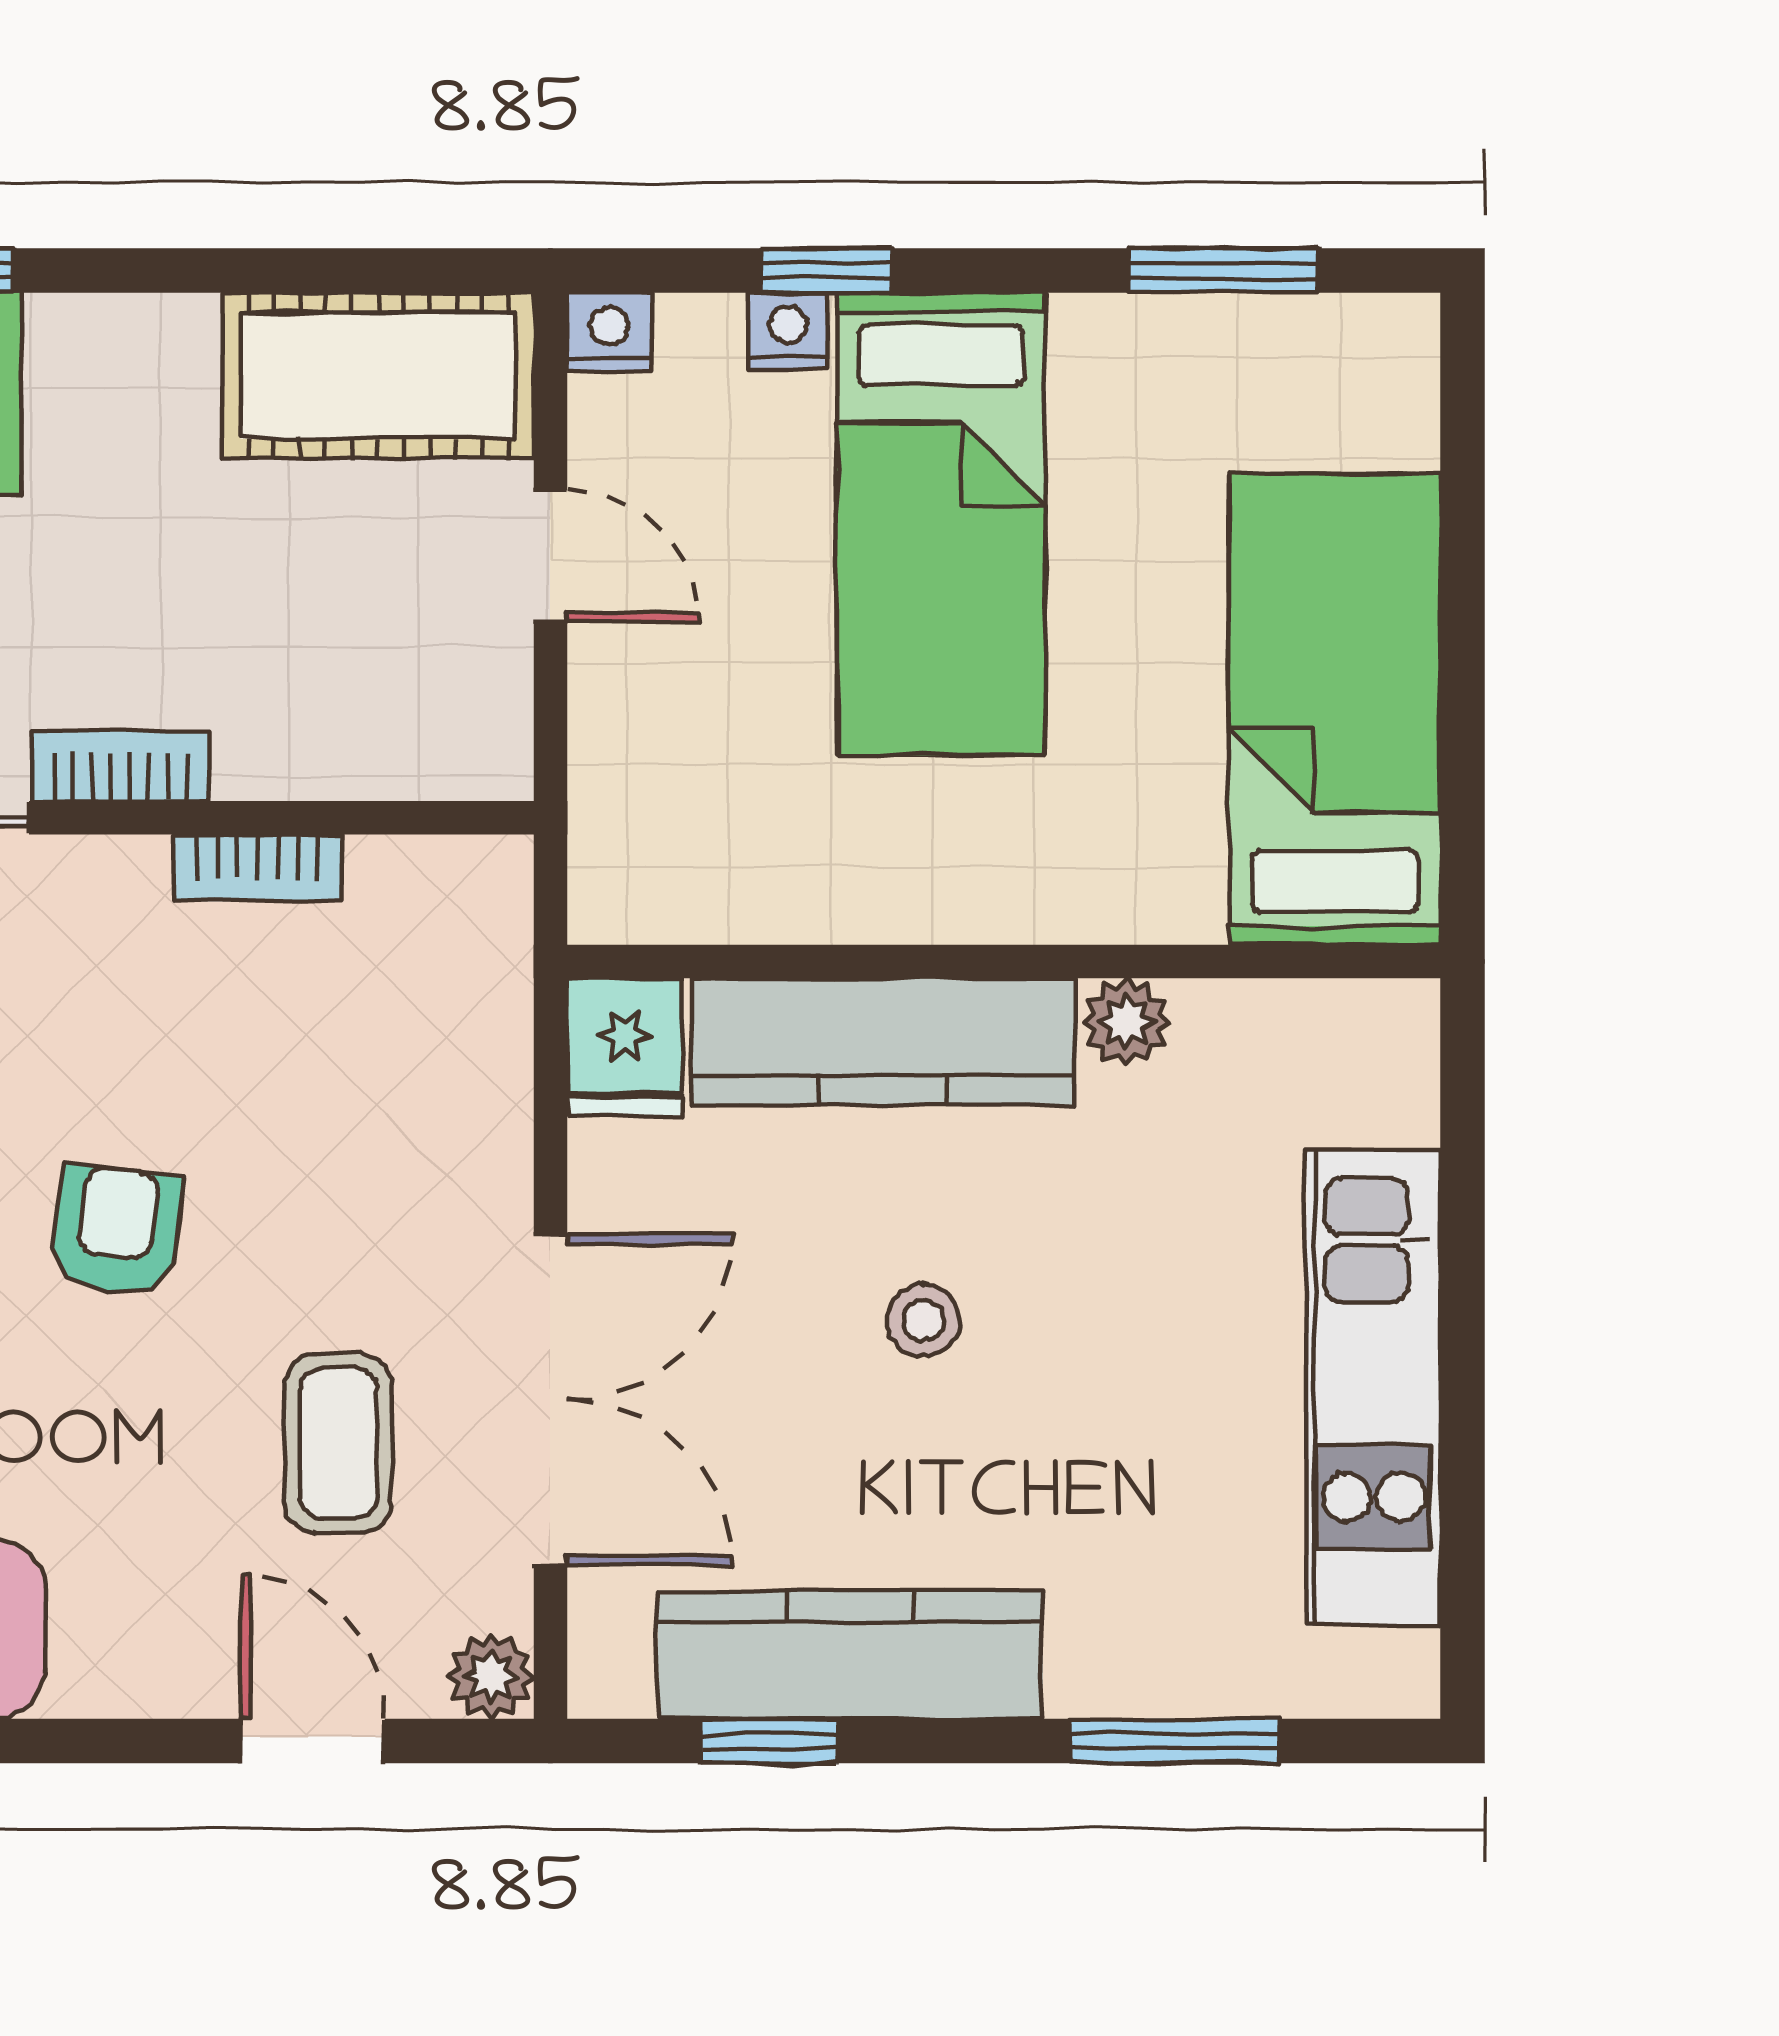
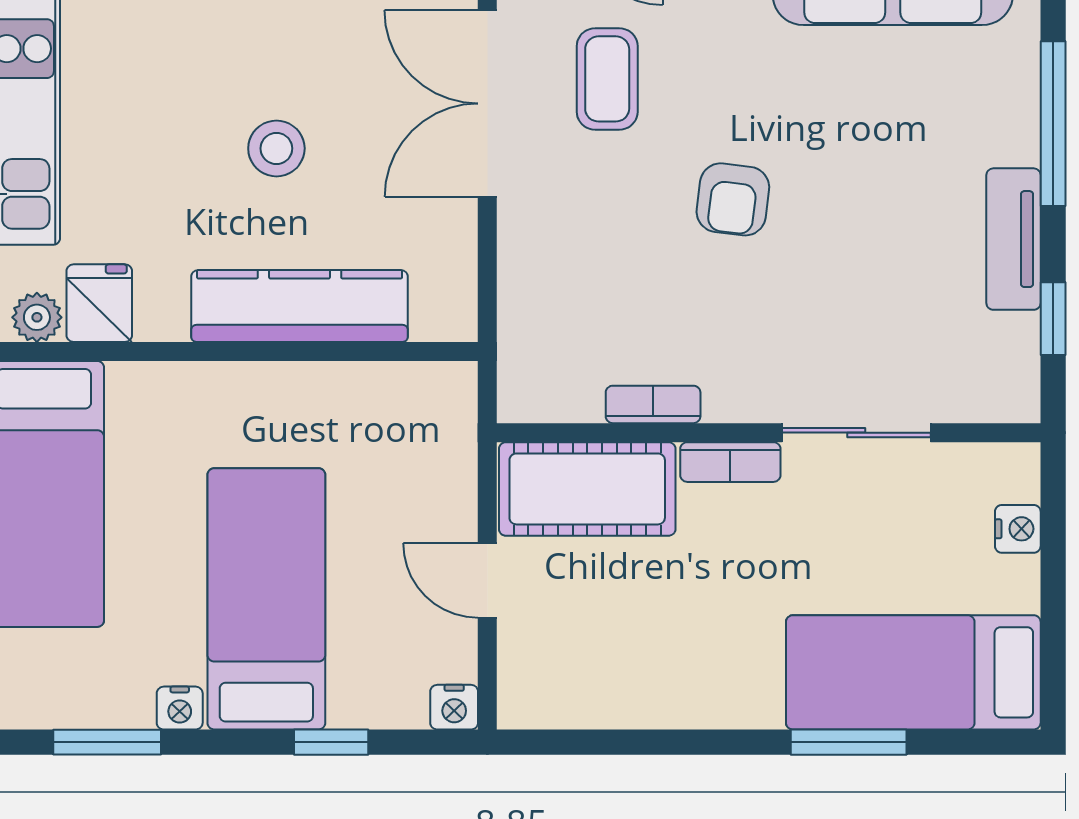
nightstand: (788, 331) -> (180, 708), moved
cot: (378, 376) -> (587, 489), moved
plant: (1126, 1022) -> (37, 317), moved
fridge: (625, 1047) -> (99, 303), moved
stool: (923, 1320) -> (276, 148), width x1.37, depth x1.37

